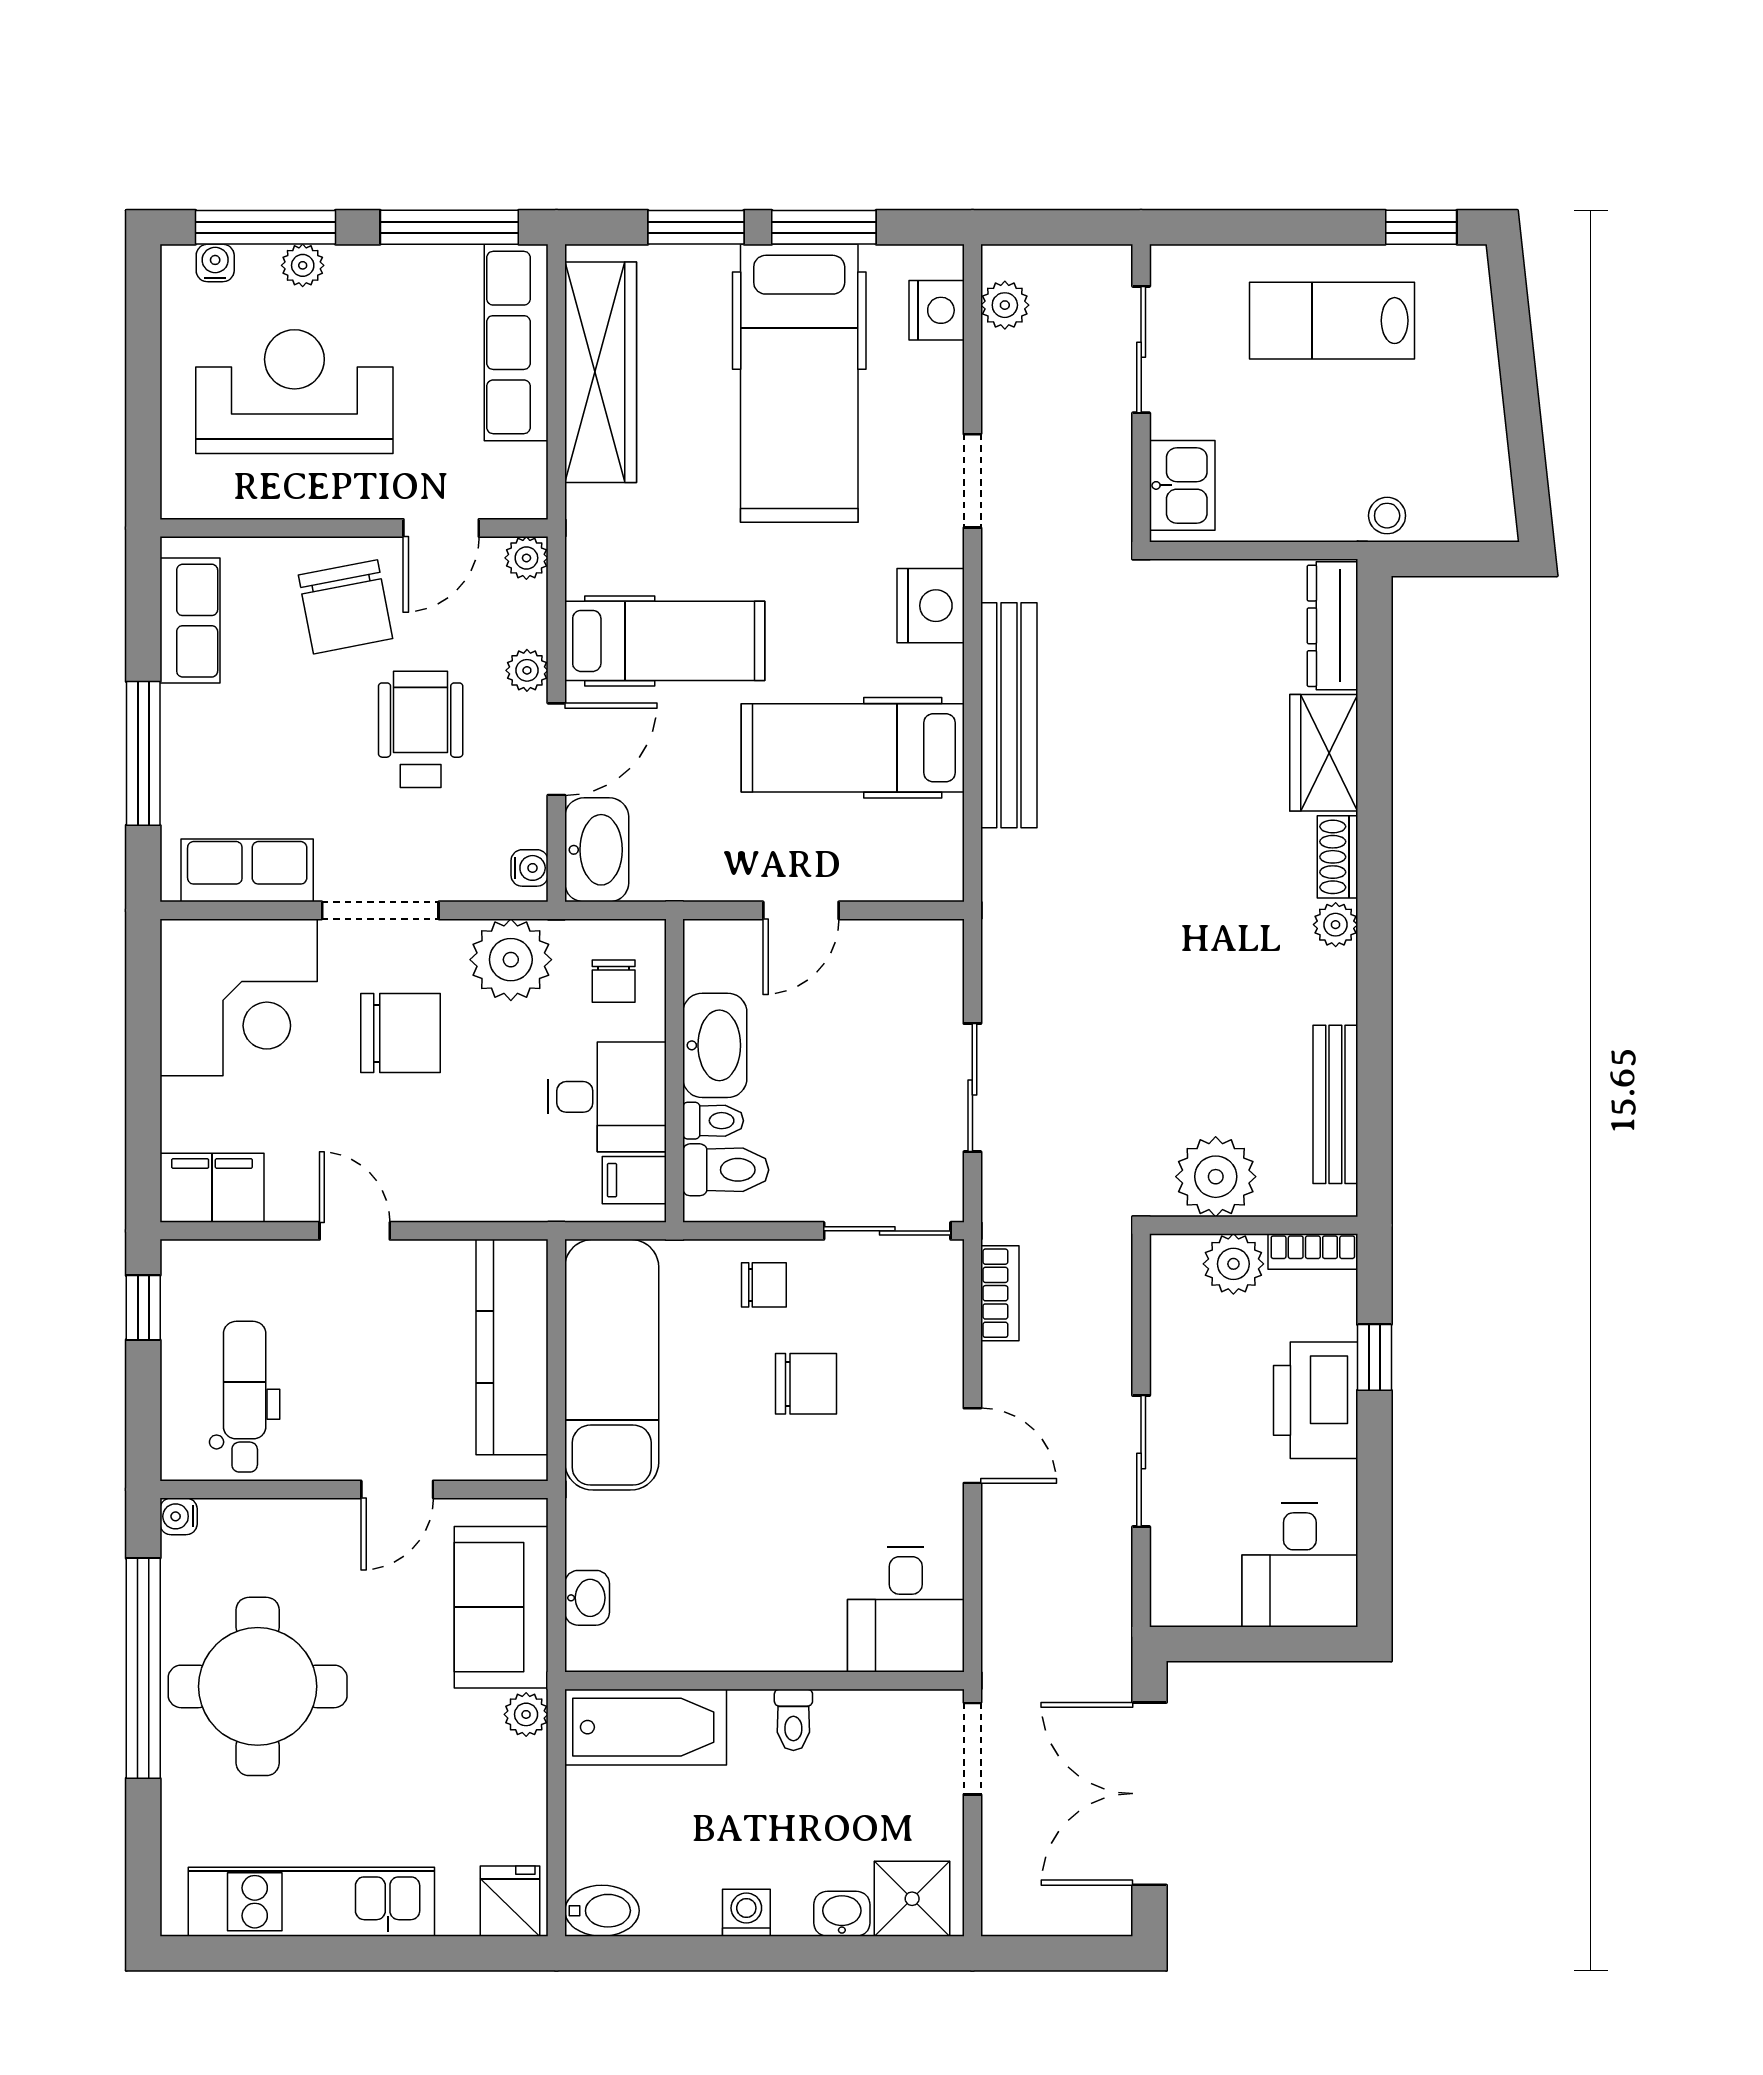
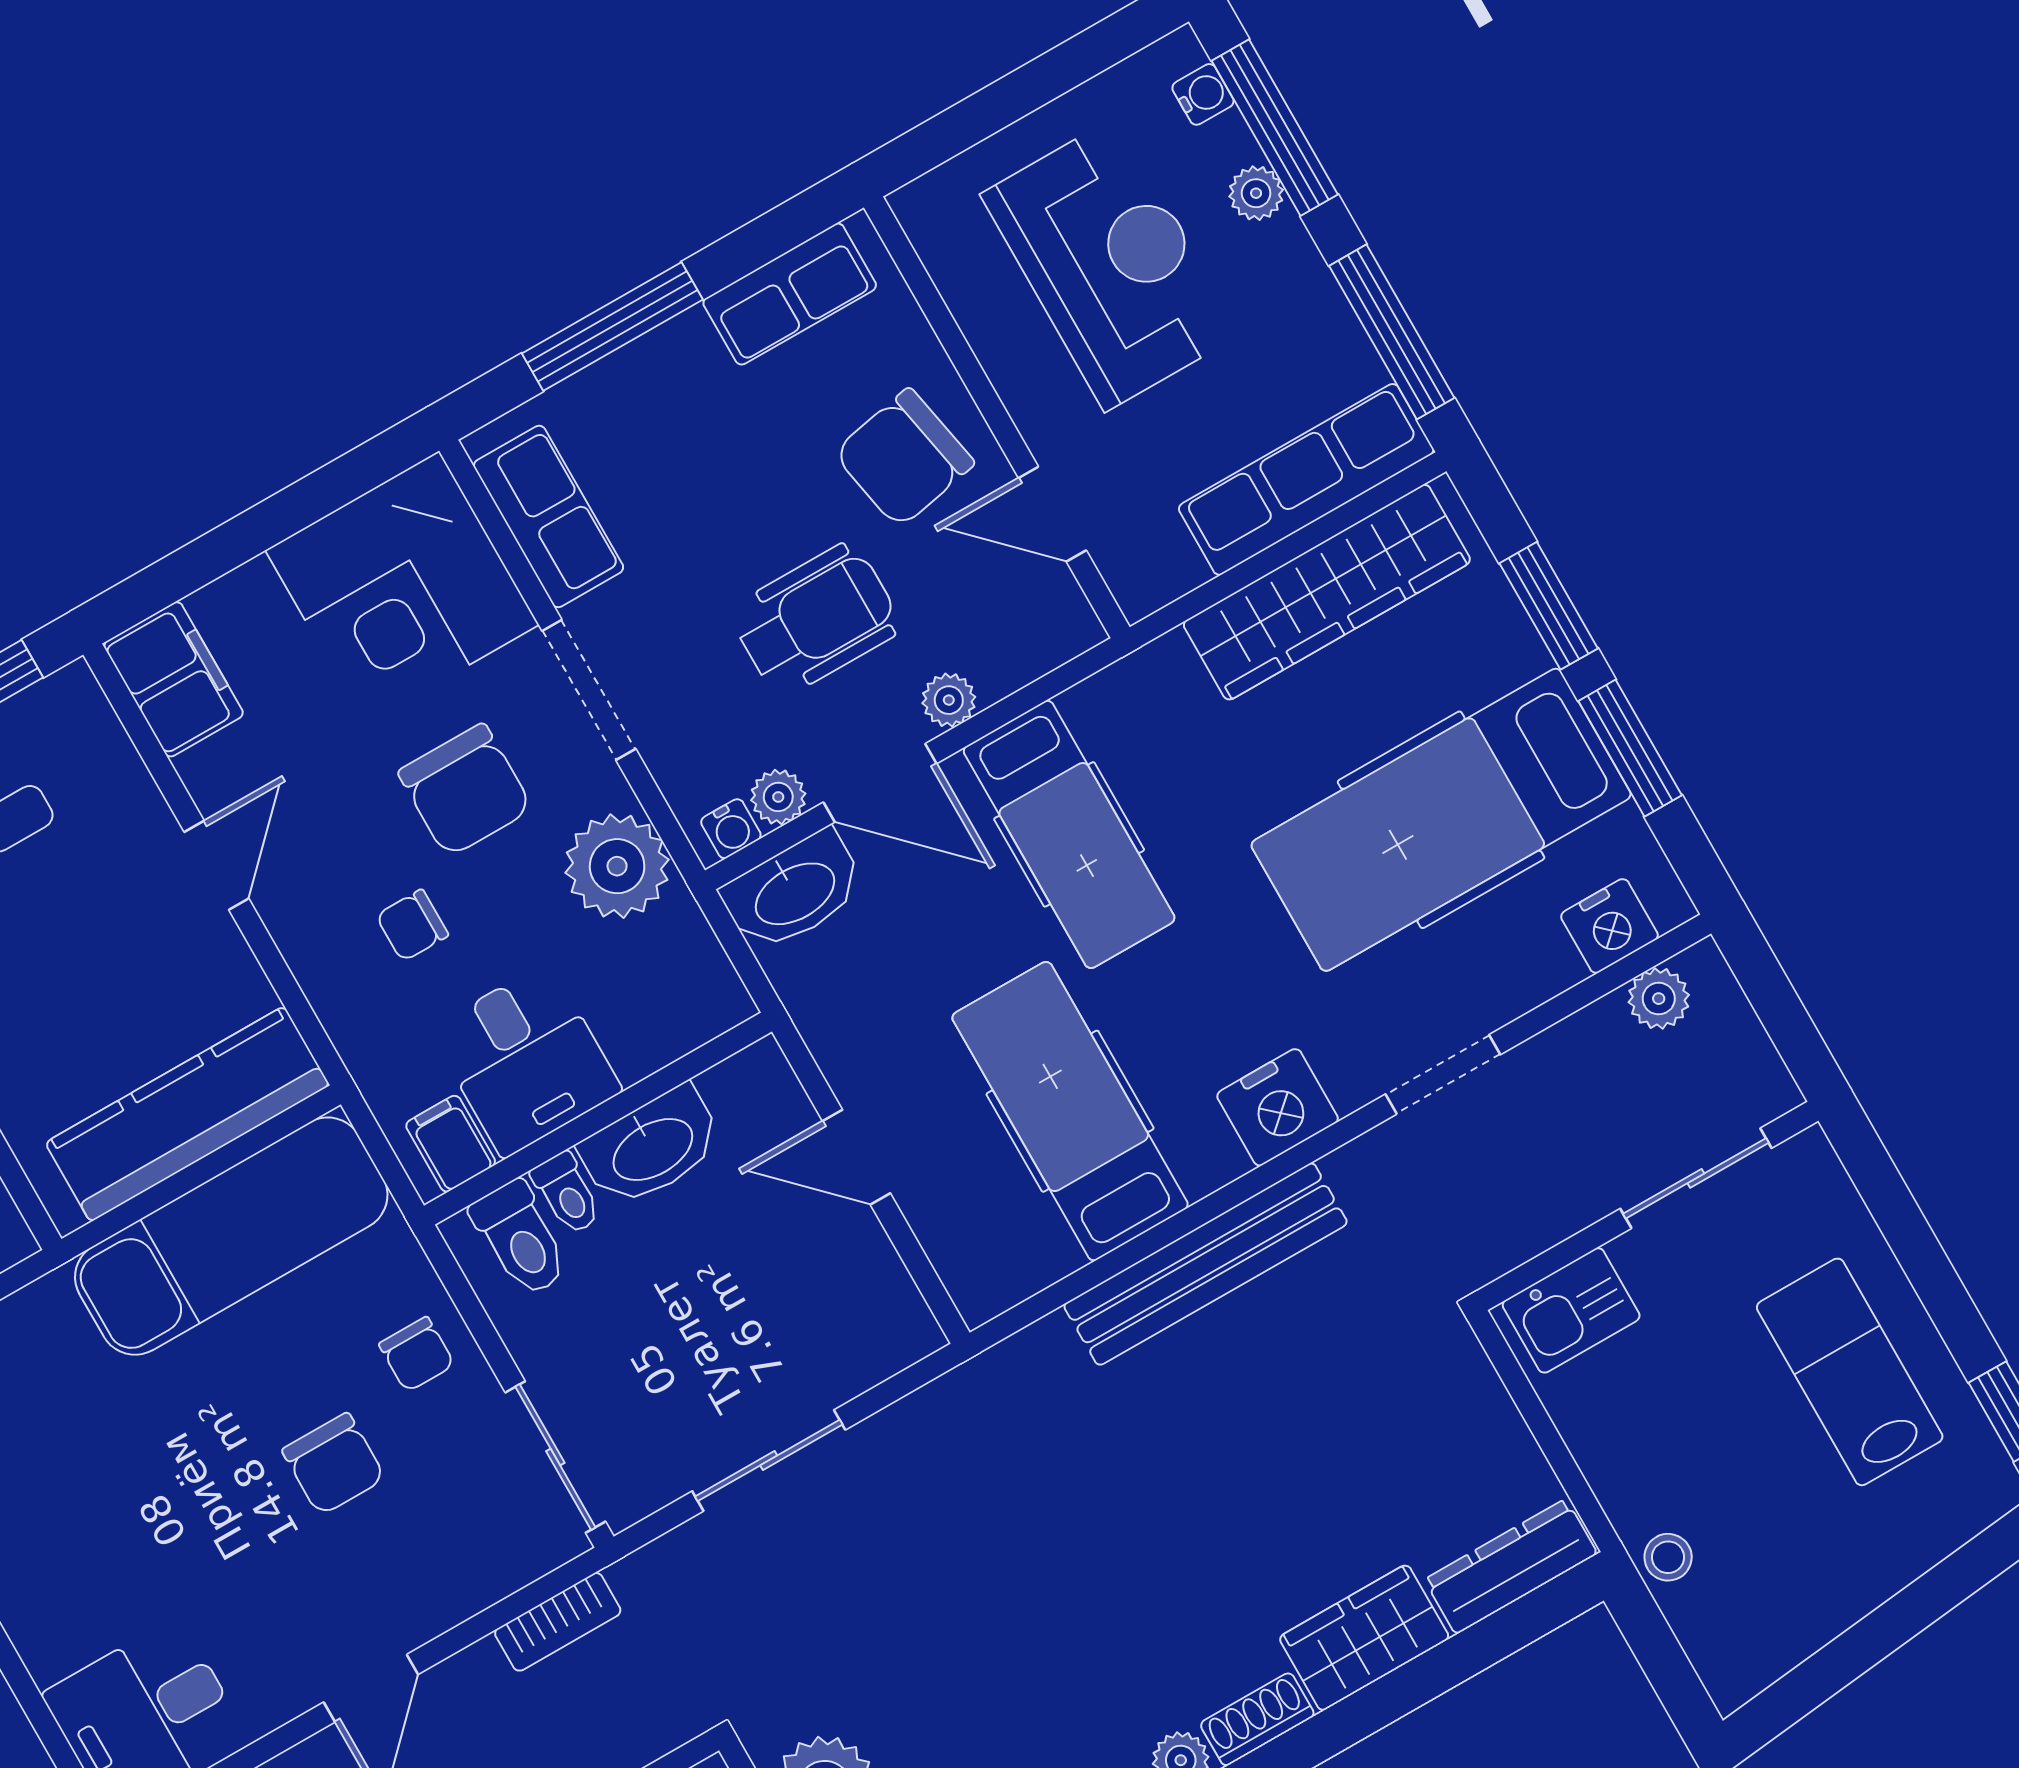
plant: (526, 558) -> (778, 797), moved
chair: (614, 981) -> (412, 925), moved

